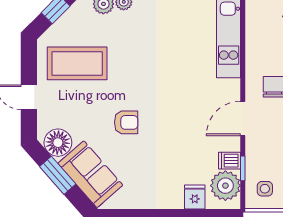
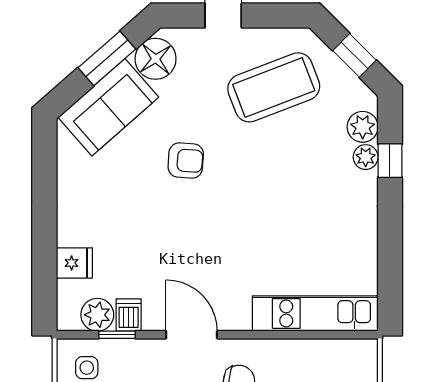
coffee table: (77, 63) -> (274, 87), turned 69
armchair: (126, 122) -> (186, 161), turned -86
plant: (225, 186) -> (97, 315), width x0.73, depth x0.73

